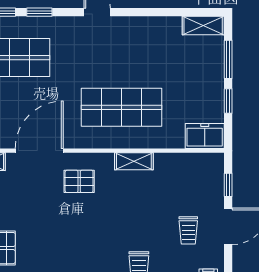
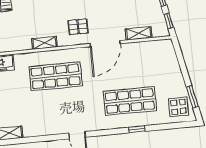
window: (39, 12) -> (114, 132), removed

